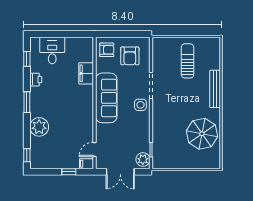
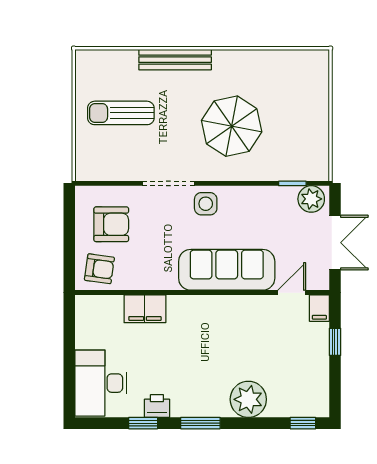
desk: (52, 50) -> (101, 383), width x1.37
armchair: (107, 50) -> (99, 269), turned 98
window: (27, 59) -> (143, 423), moved
sofa: (106, 98) -> (227, 270), moved
parasol: (202, 134) -> (232, 126), moved
door: (94, 149) -> (292, 293), swing flipped

